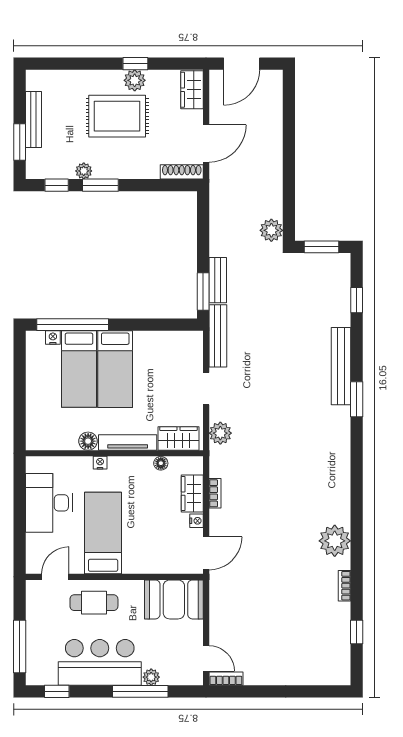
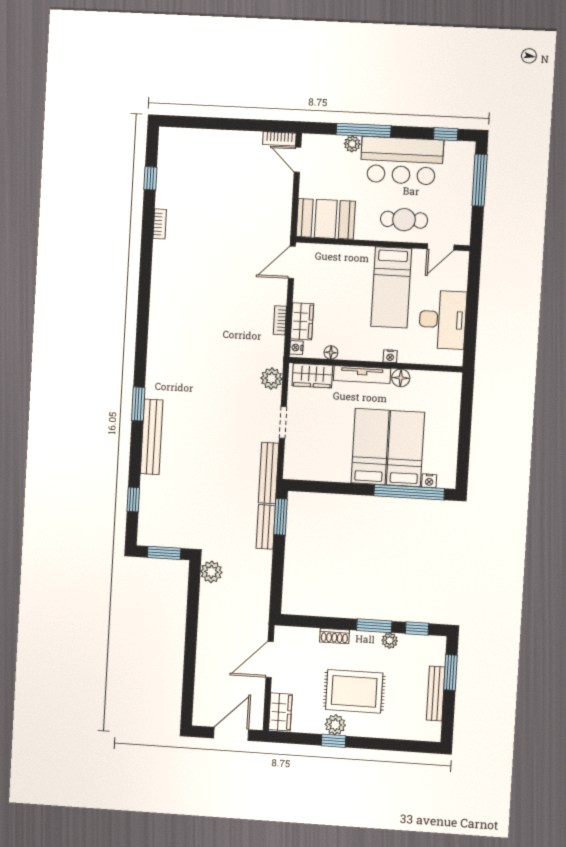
shoe rack: (182, 172) -> (334, 636), moved, width x0.70
nightstand: (196, 521) -> (296, 348), moved
plant: (335, 541) -> (167, 268), removed

